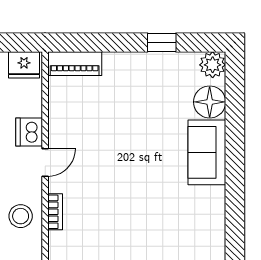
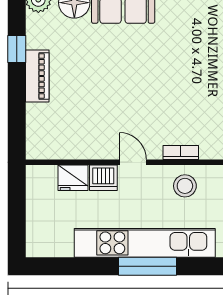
piano: (75, 64) -> (37, 76), moved
fridge: (24, 65) -> (73, 178), moved, turned 90

